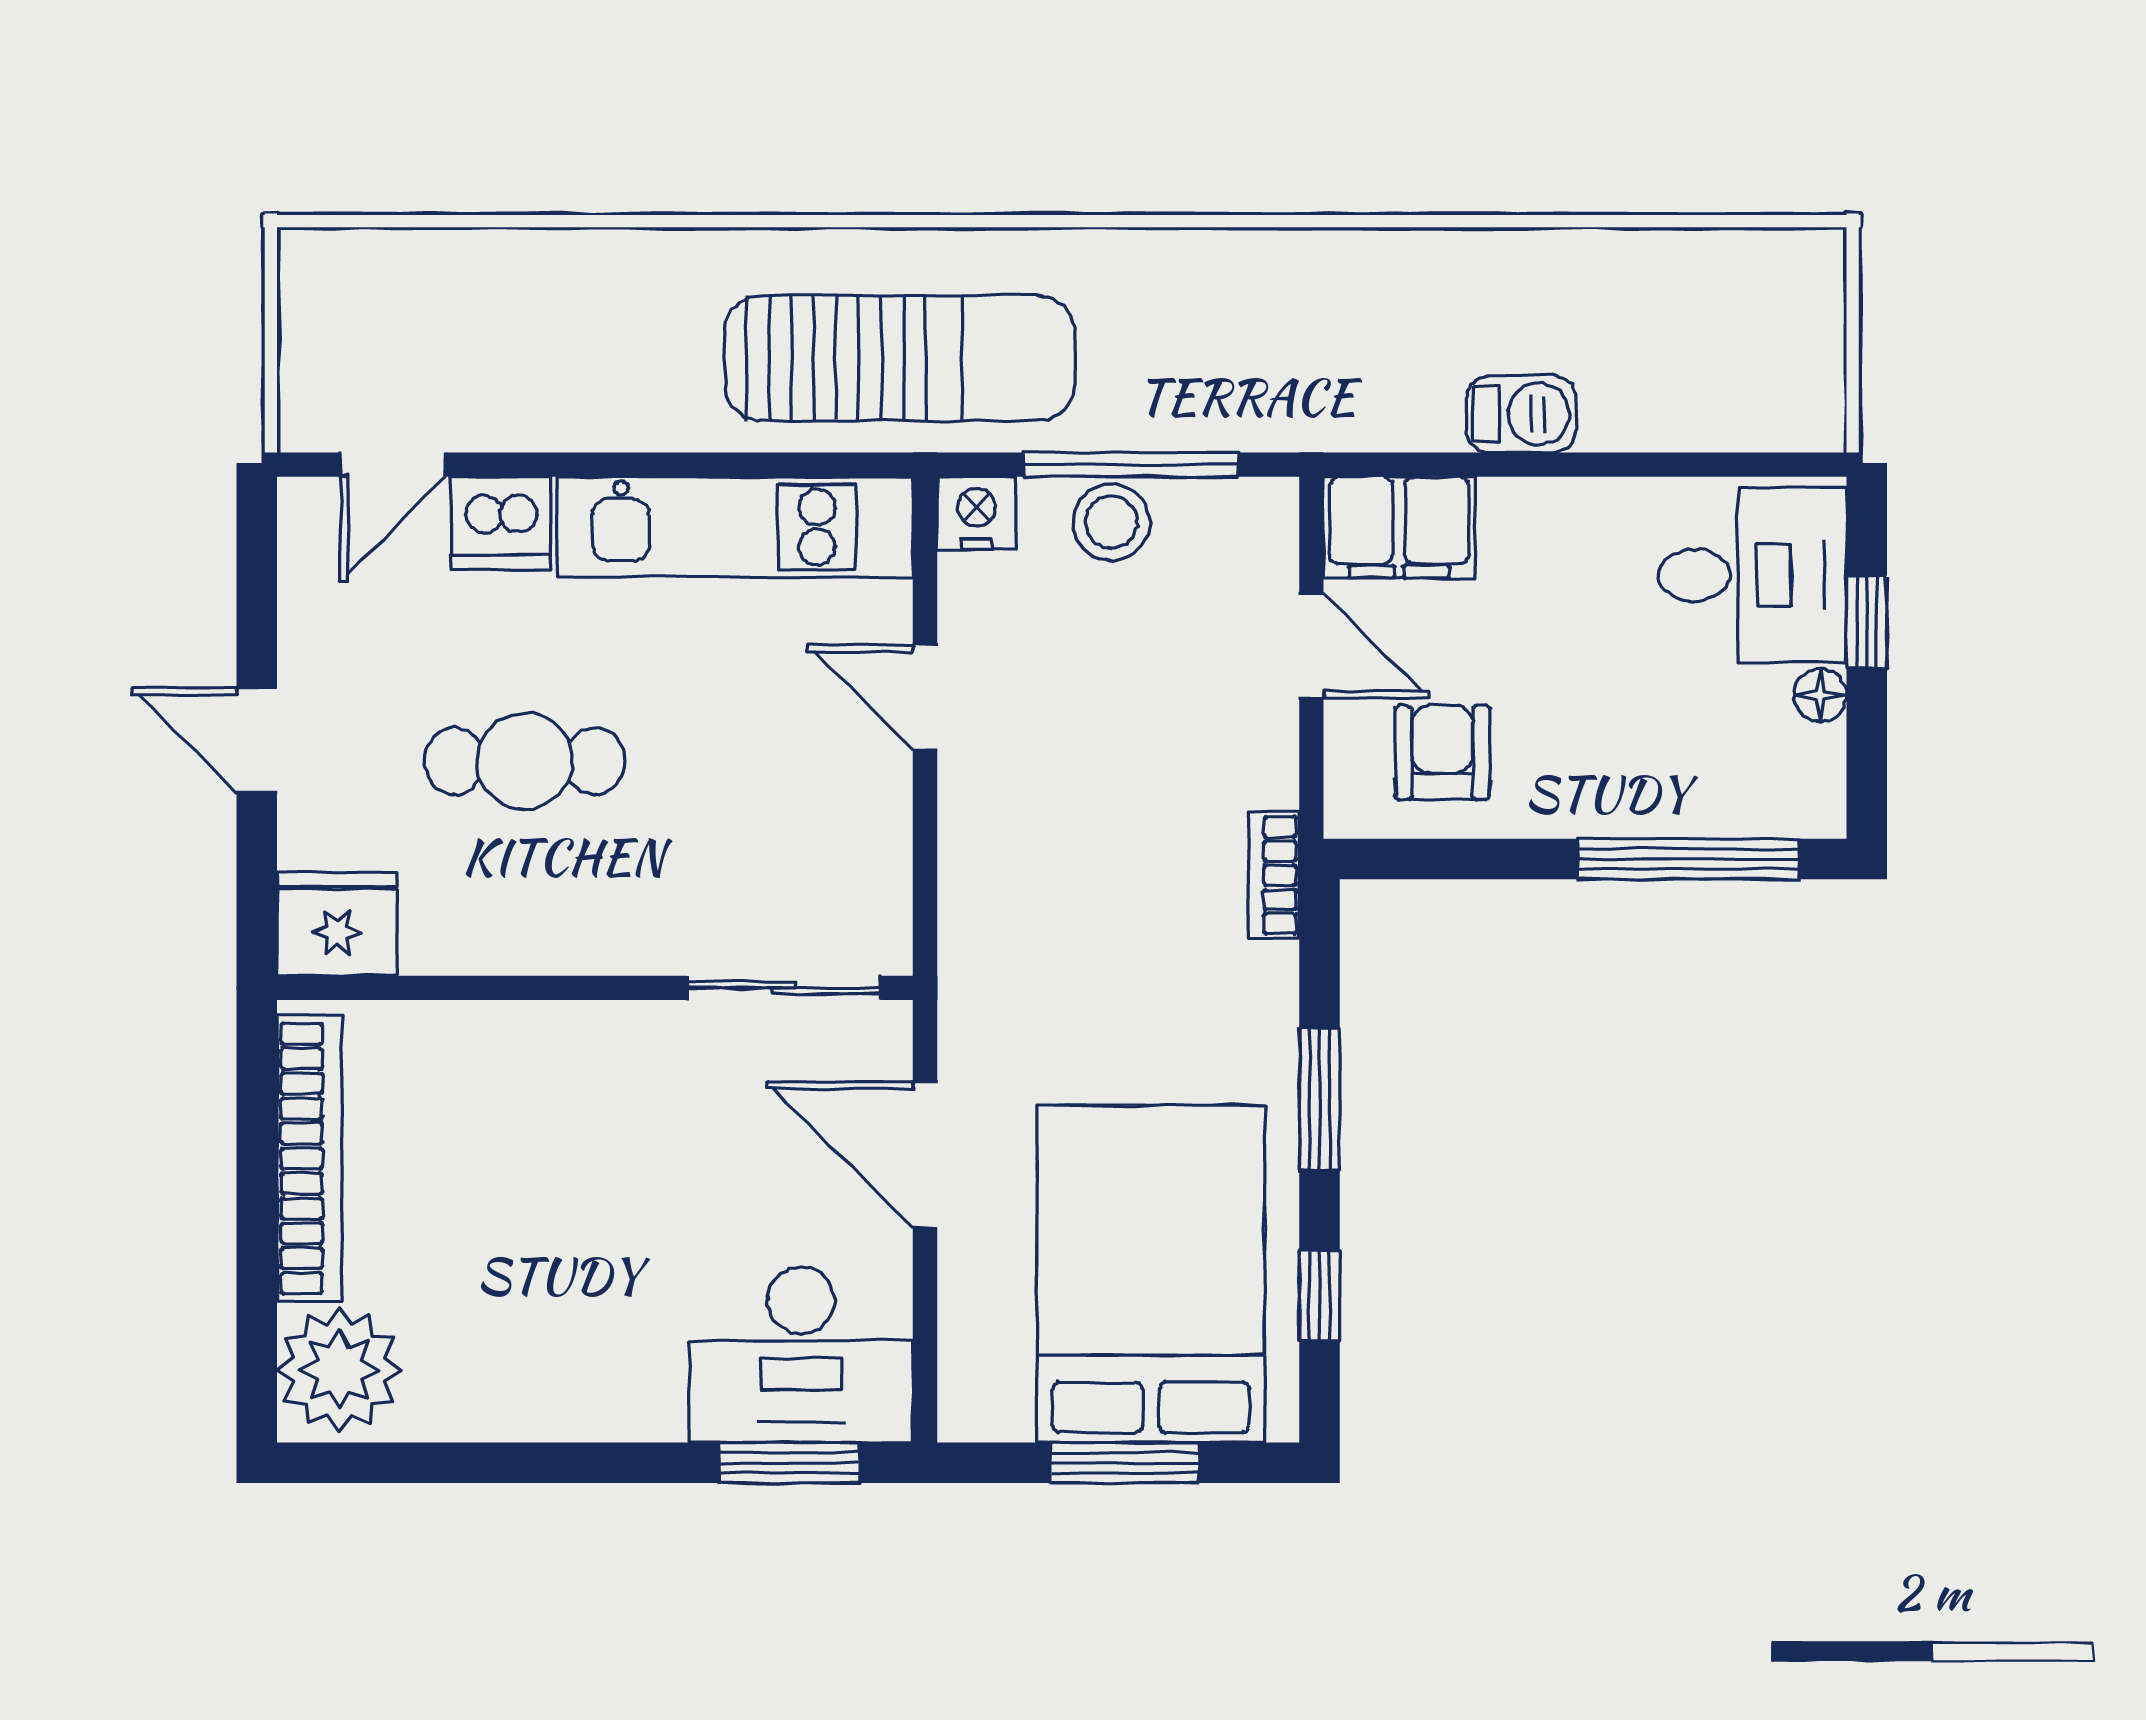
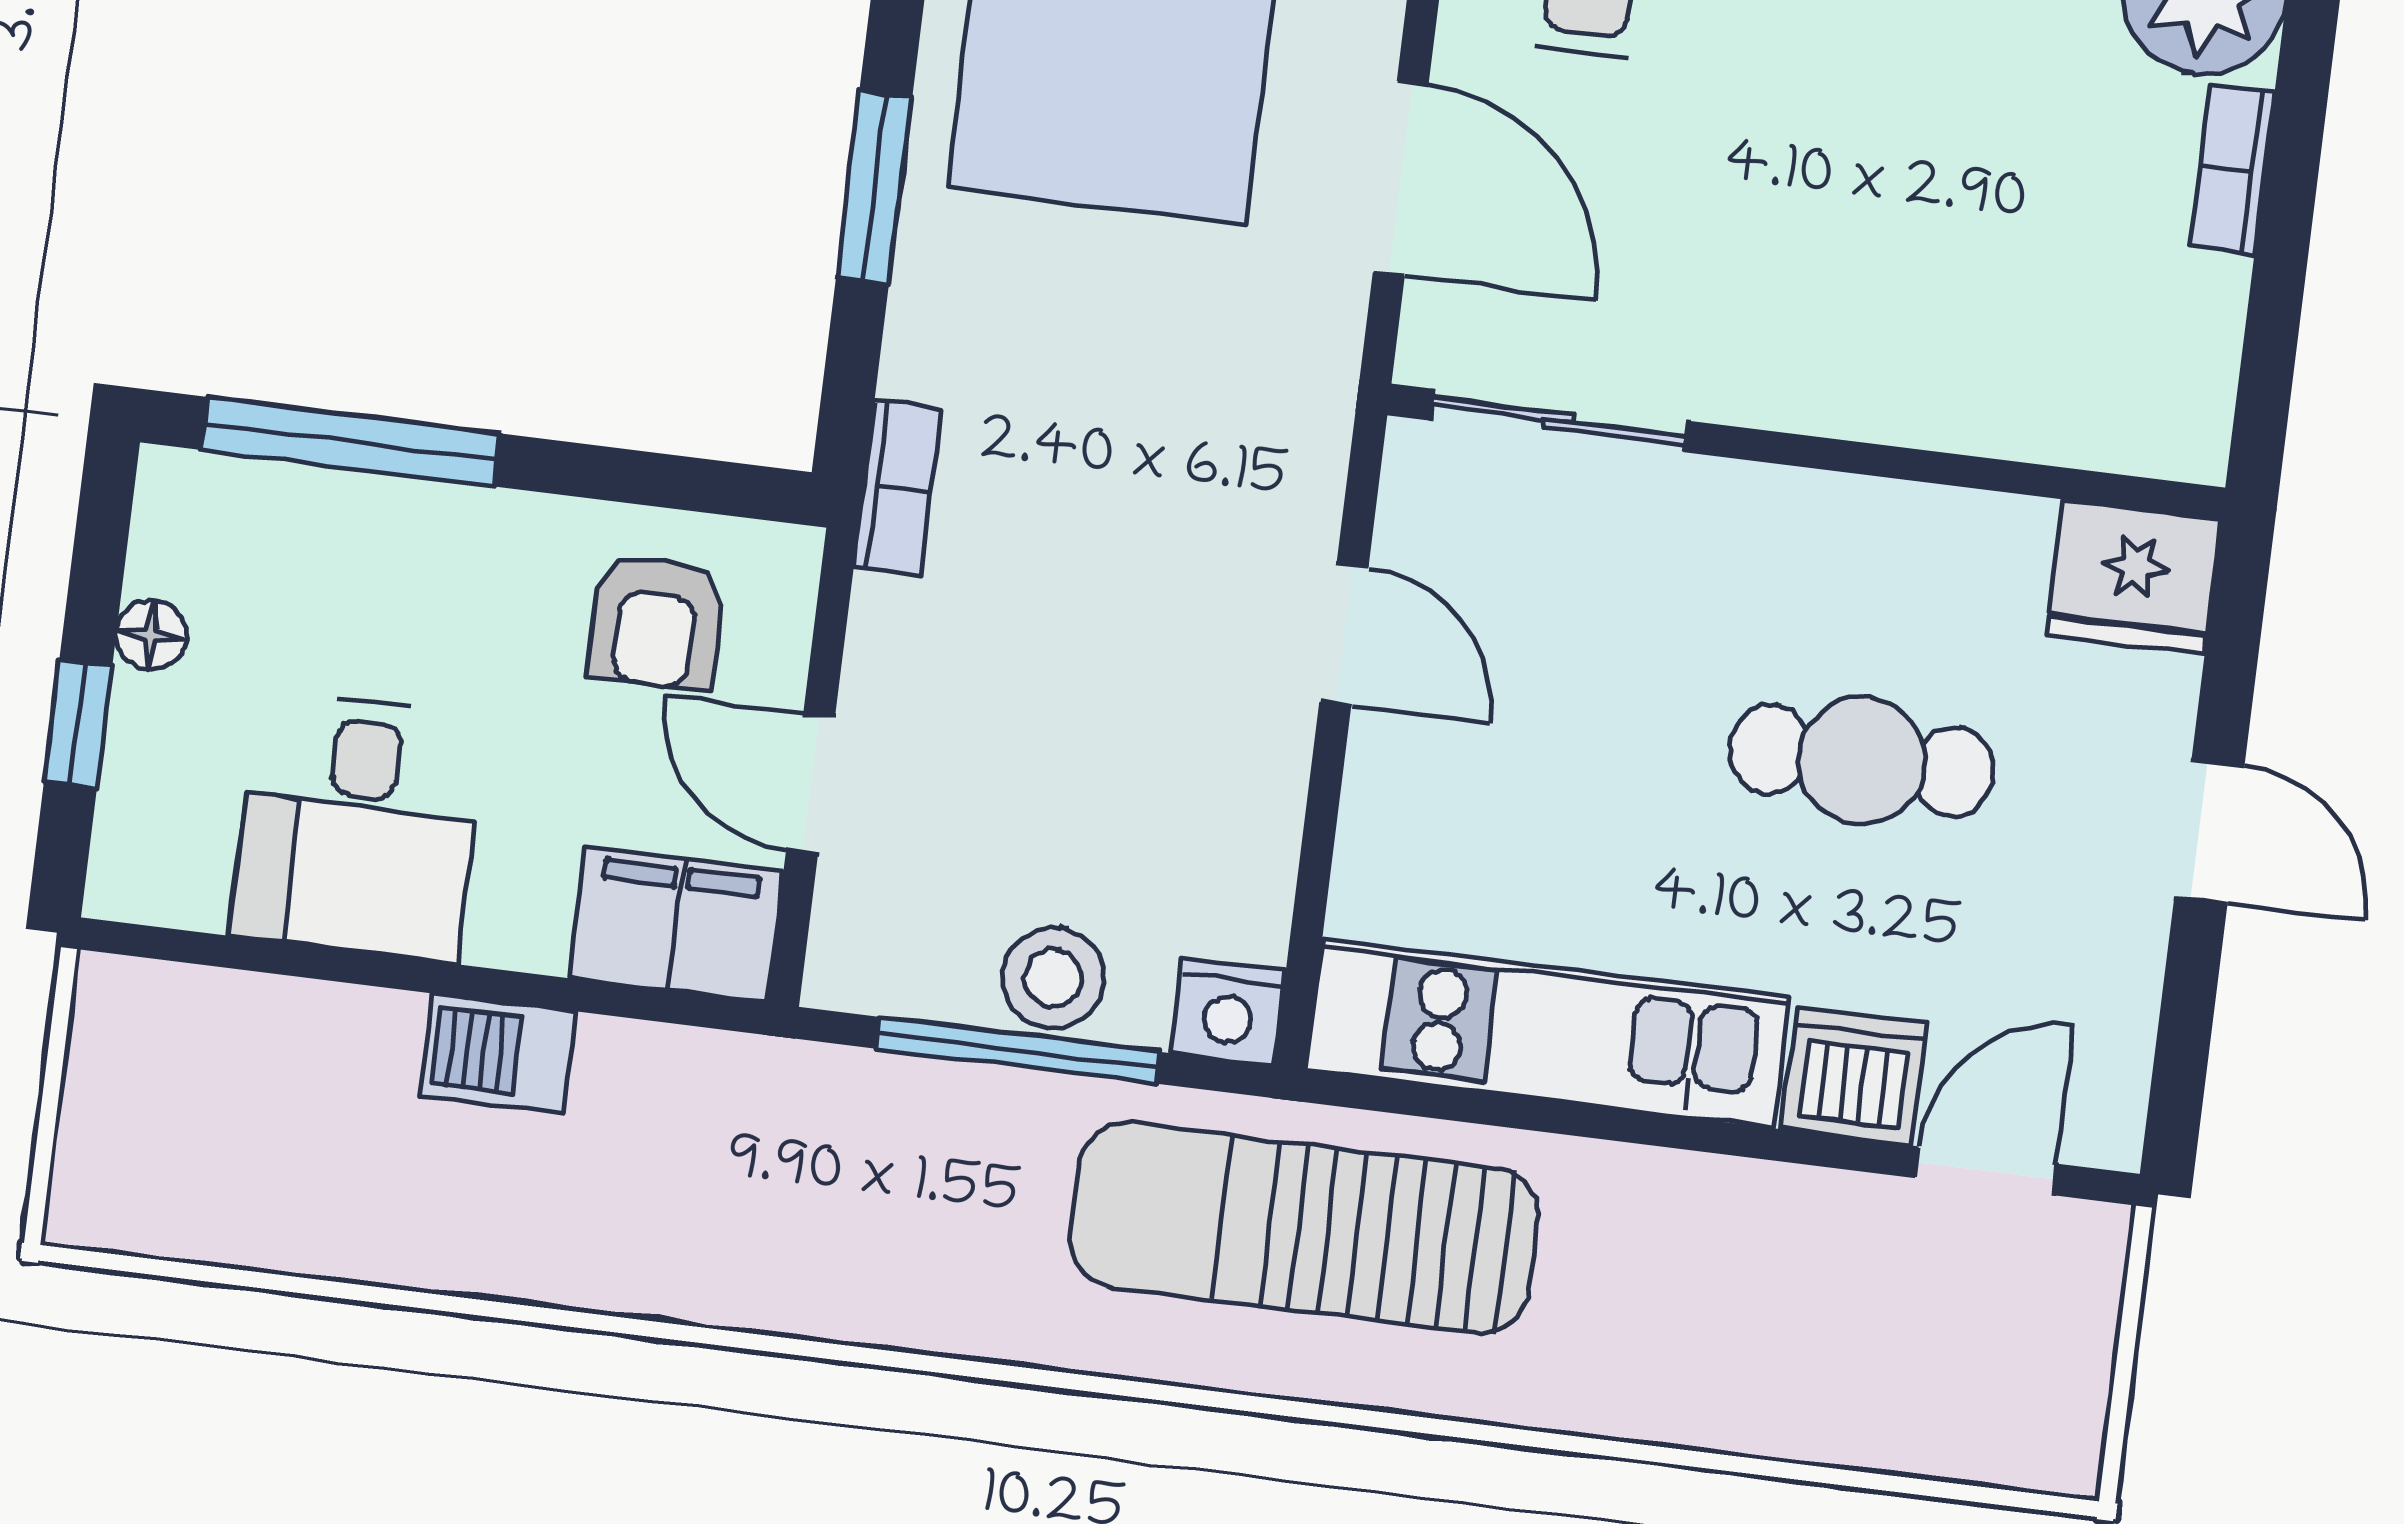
desk: (1752, 575) -> (358, 826), moved, turned -90
door: (925, 697) -> (1344, 635), moved
bookcase: (309, 1158) -> (2232, 169), width x0.43, depth x0.76

